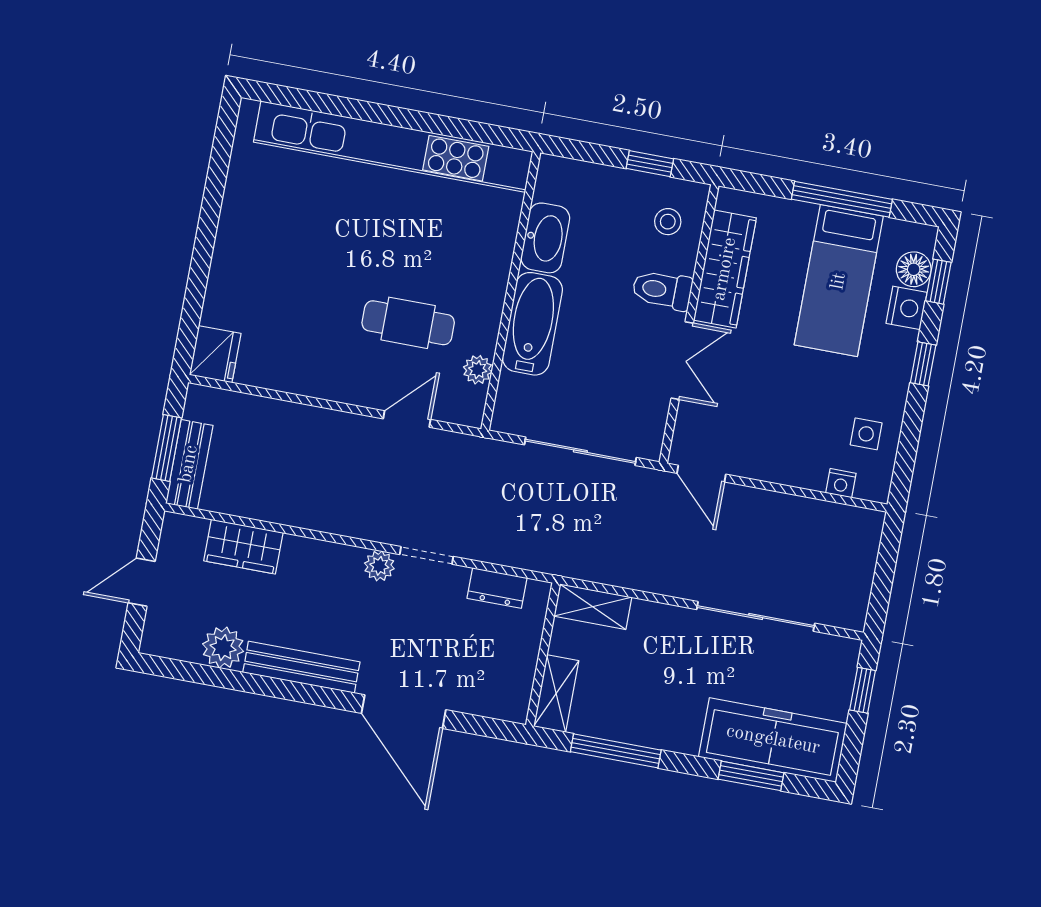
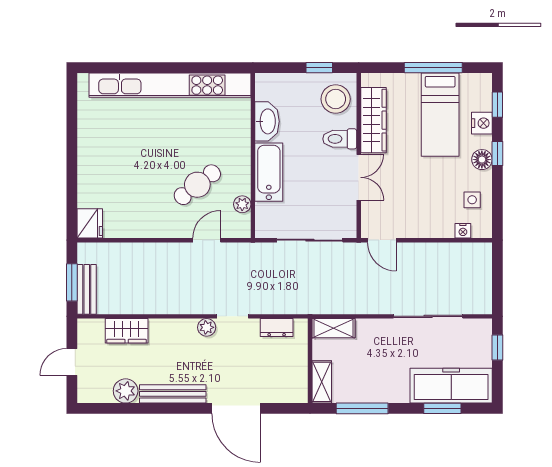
stool: (668, 222) -> (336, 99), width x1.89, depth x1.89
floor lamp: (914, 269) -> (482, 160), moved
cafe table: (408, 323) -> (197, 185), turned -38

